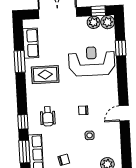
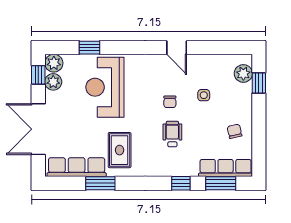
row of seats: (31, 43) -> (77, 167), width x1.48
wheelchair: (48, 116) -> (172, 134), moved, turned -90

